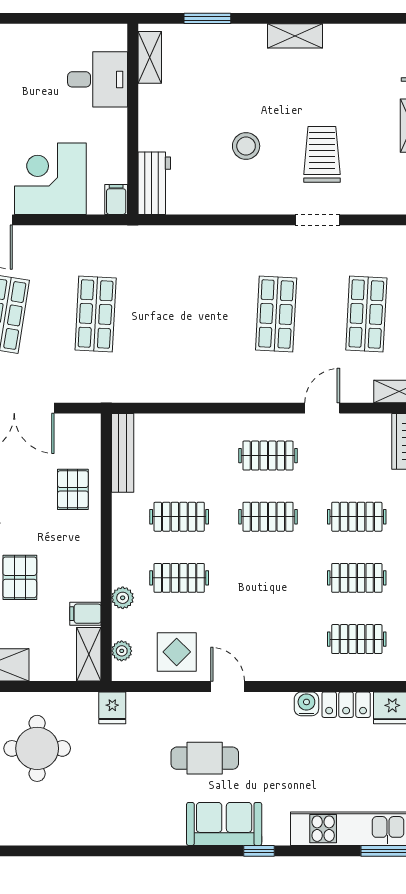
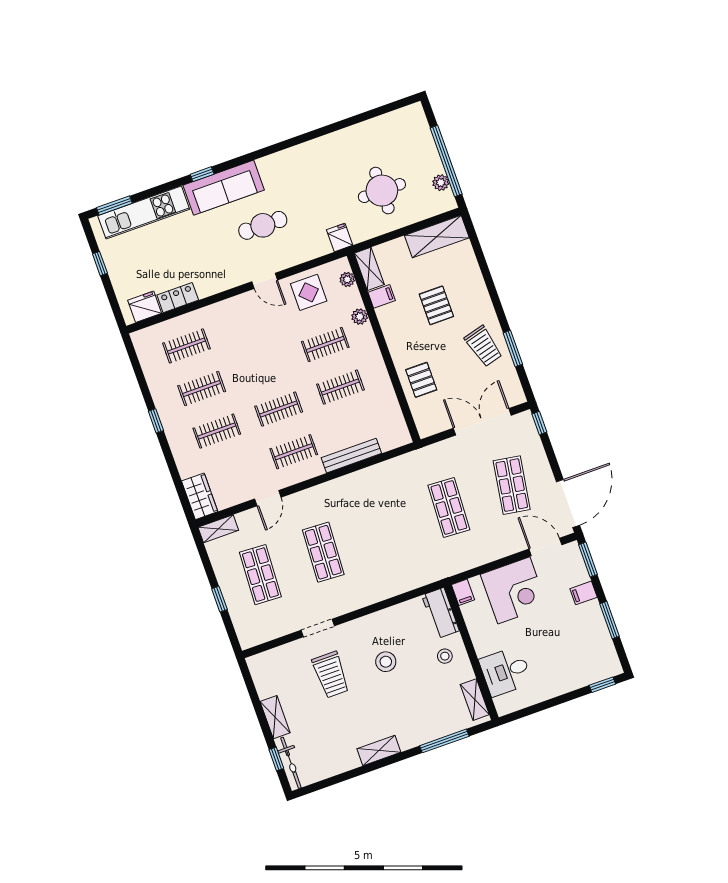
window: (207, 18) -> (444, 741), width x1.44
stool: (168, 126) -> (445, 656), added
bench: (123, 453) -> (351, 456), moved, turned 90
water cooler: (306, 704) -> (205, 288), removed
sofa: (224, 824) -> (224, 188), width x1.36

